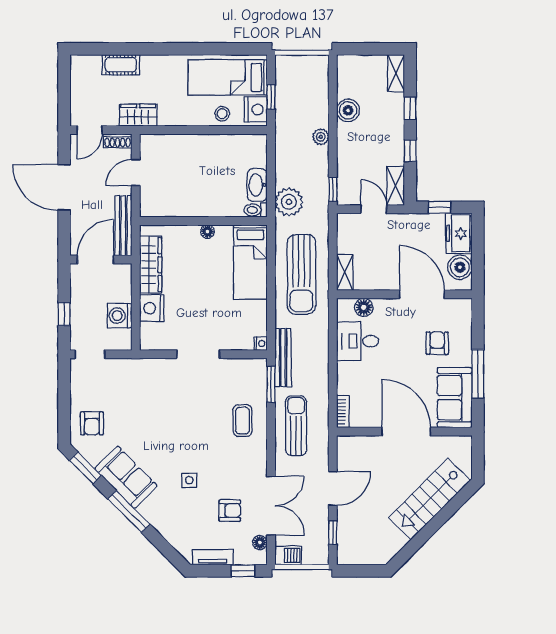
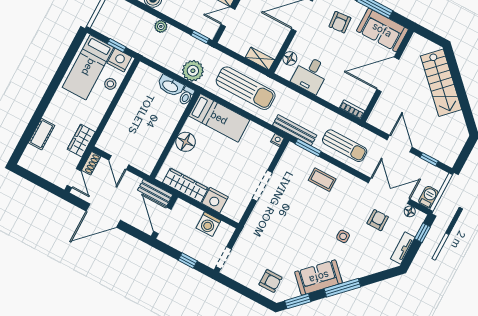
bench: (123, 226) -> (155, 192), width x0.73
floor lamp: (207, 232) -> (186, 142), width x1.89, depth x1.89
armchair: (437, 343) -> (340, 22), turned -95
sun lounger: (296, 426) -> (345, 146), turned 180

